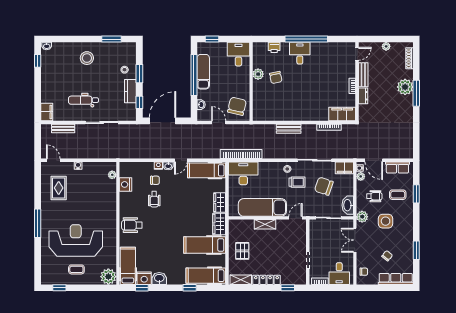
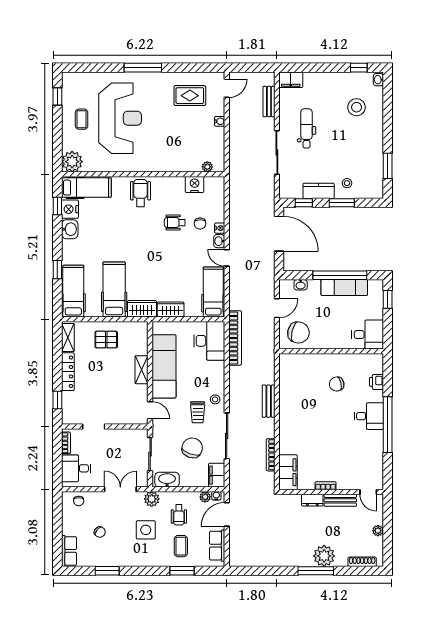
stool: (87, 58) -> (357, 107), moved
plant: (258, 74) -> (341, 361), removed
row of seats: (396, 279) -> (69, 551), width x0.68

